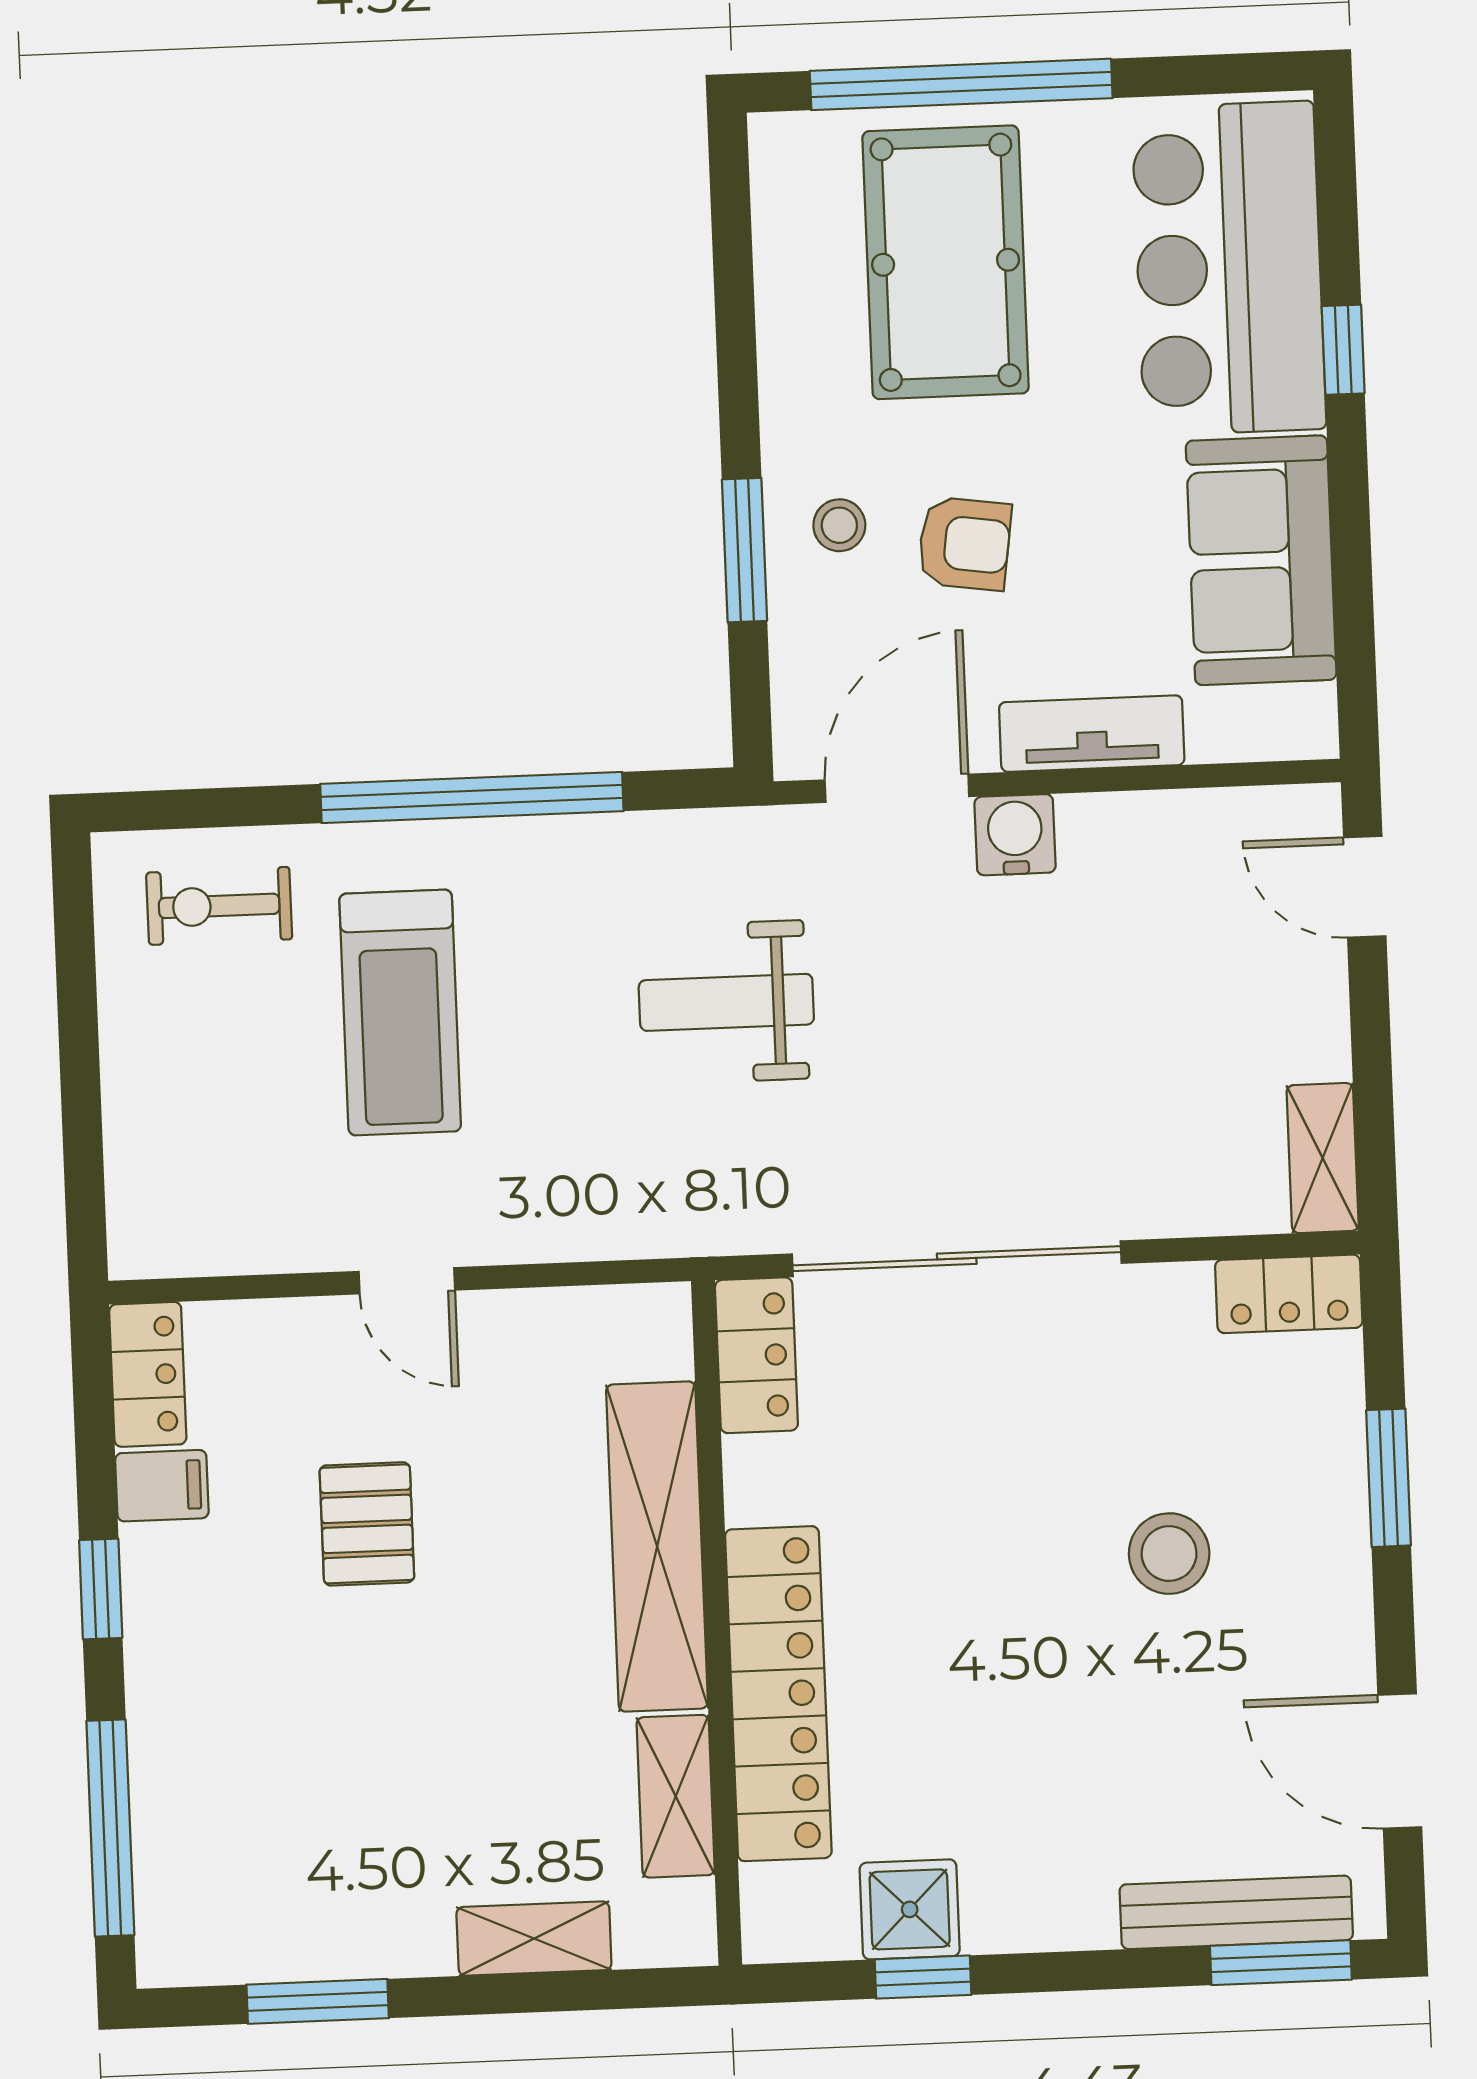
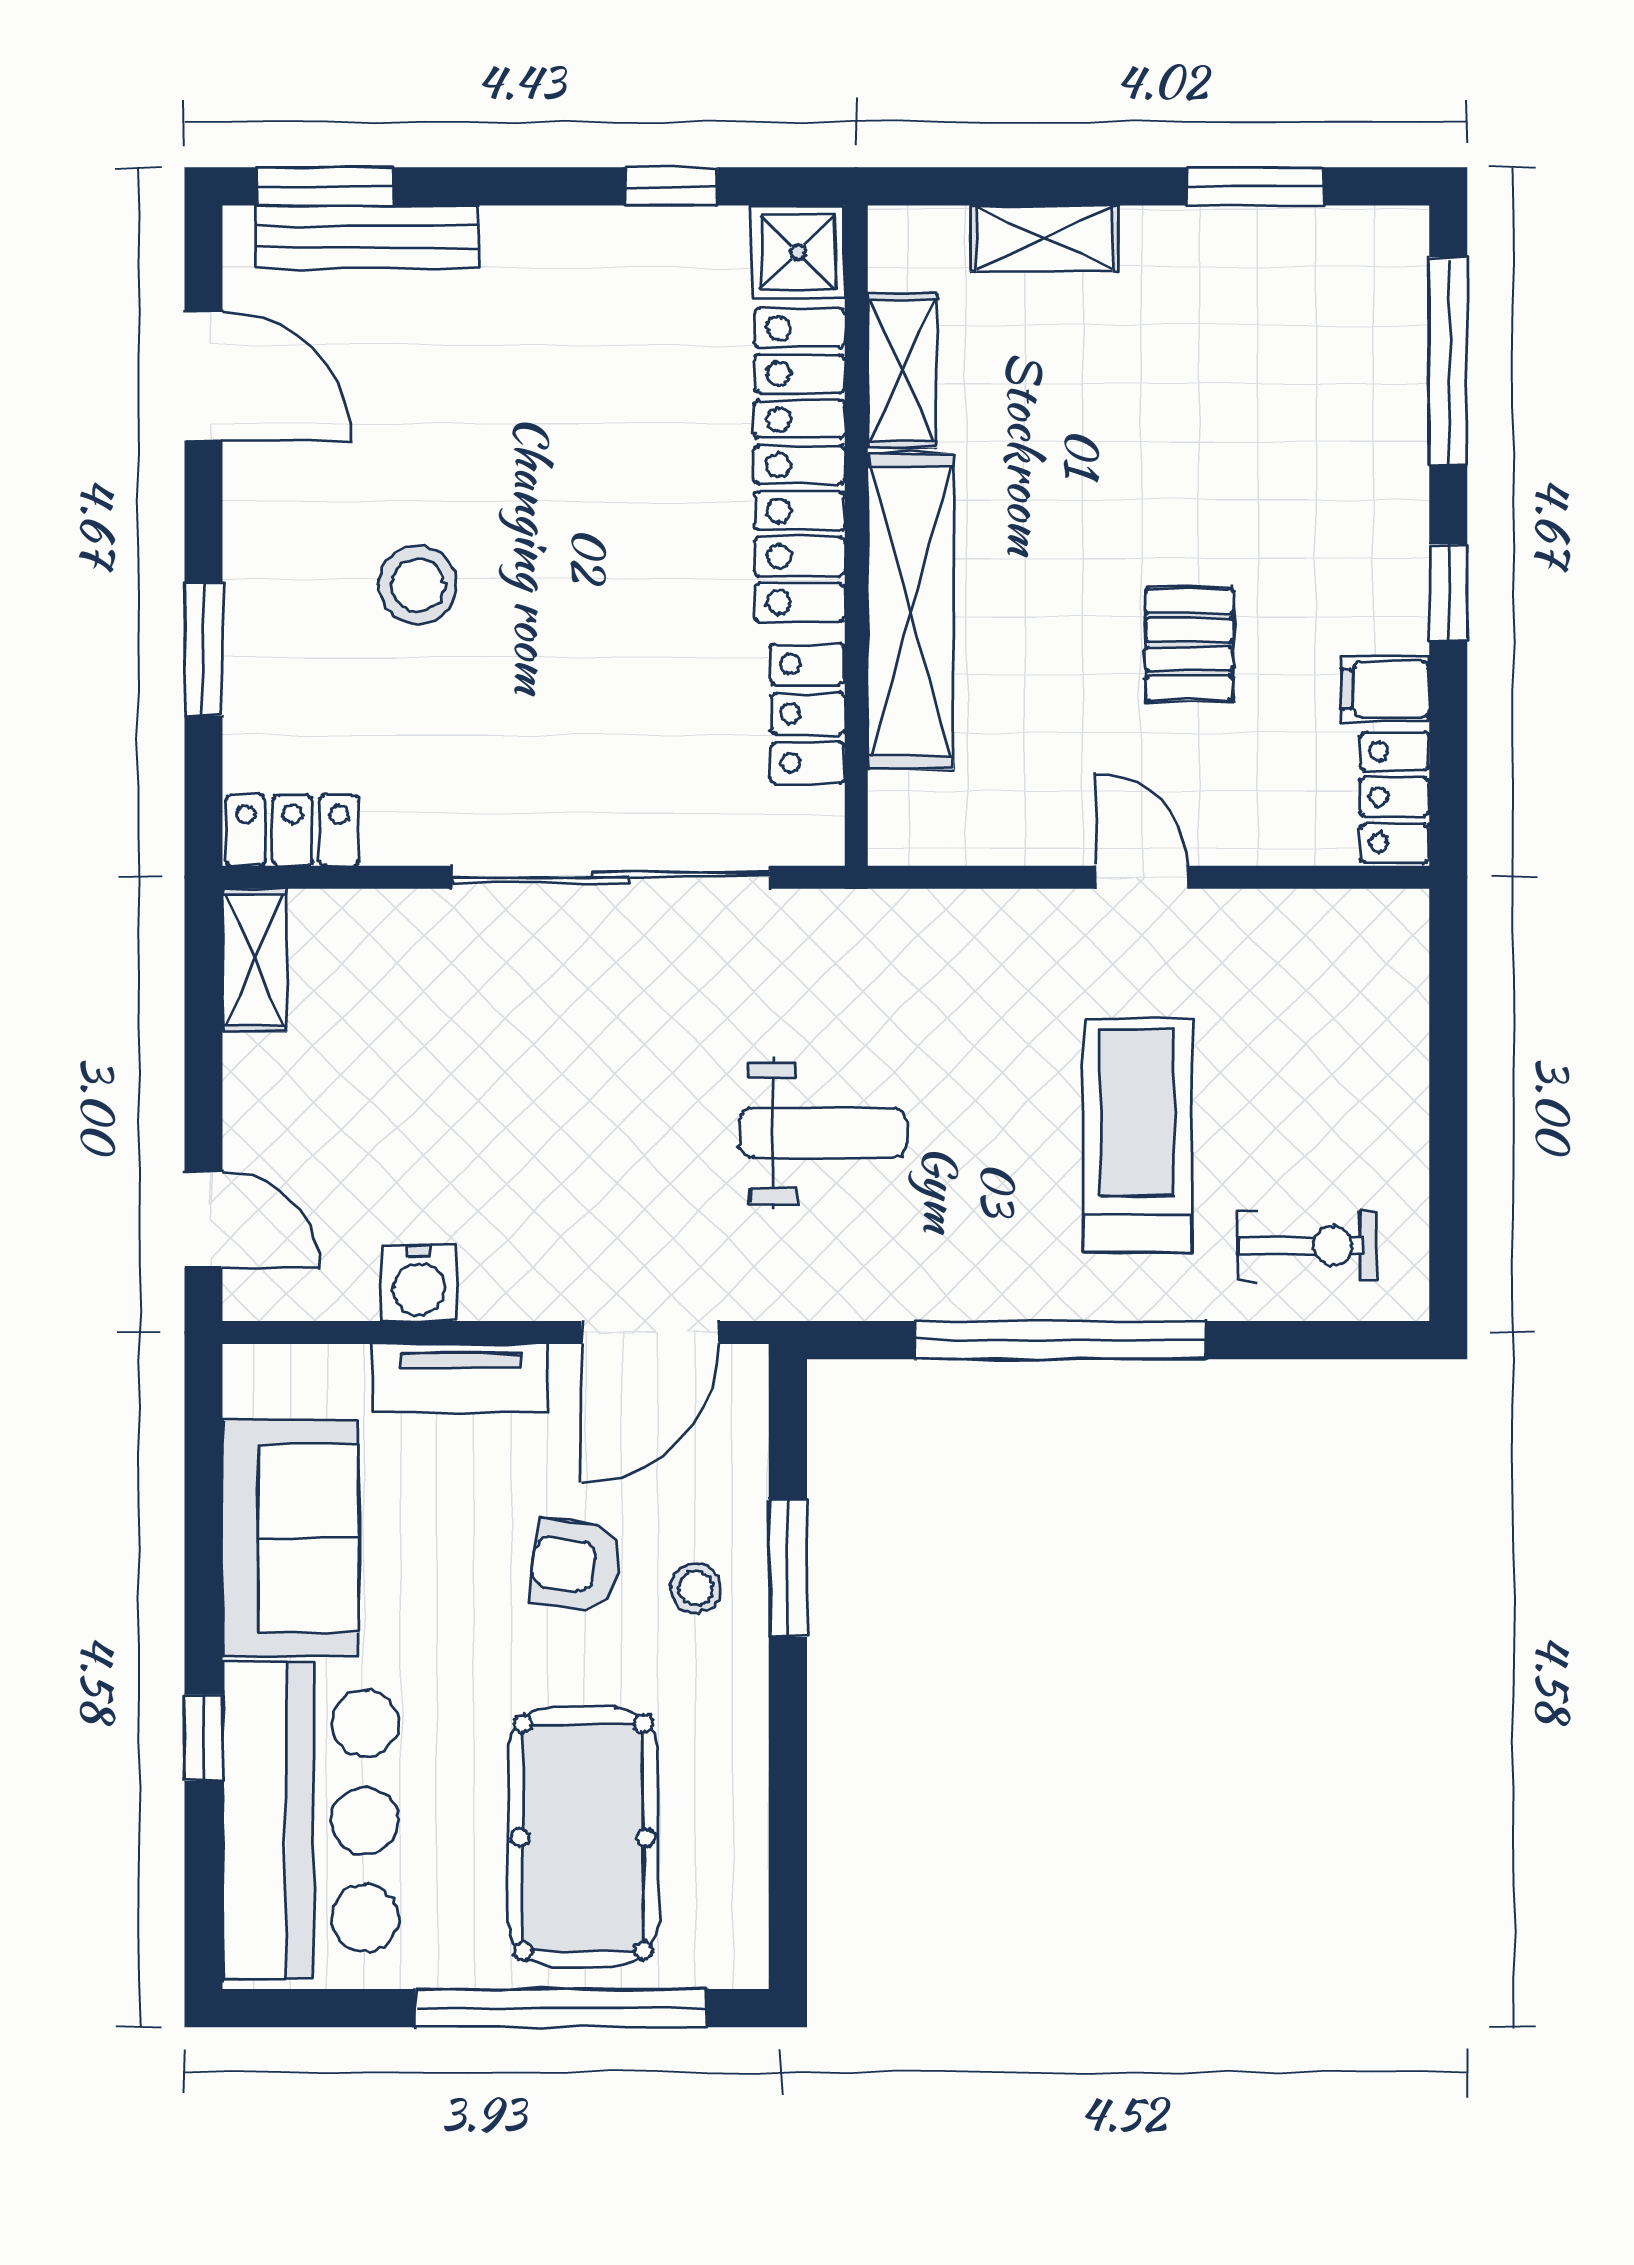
water cooler: (1015, 835) -> (419, 1283), moved
locker: (756, 1355) -> (808, 714), moved
shower: (910, 1909) -> (798, 252), moved

